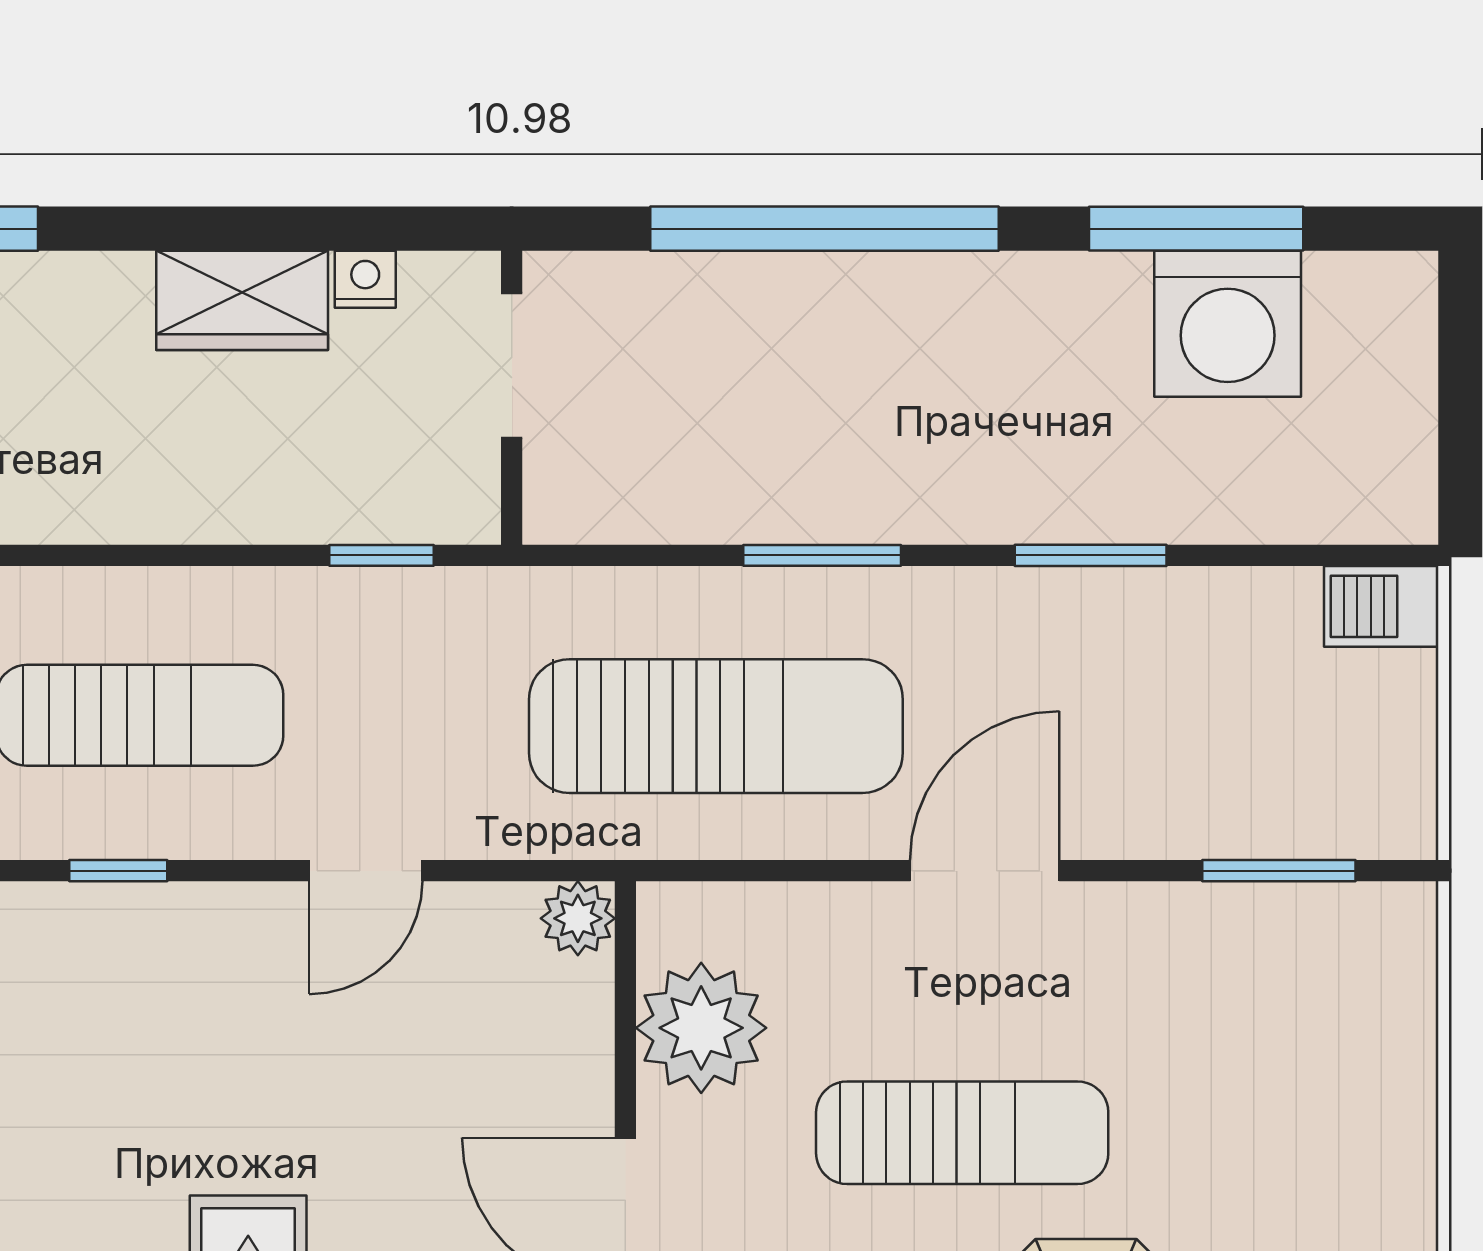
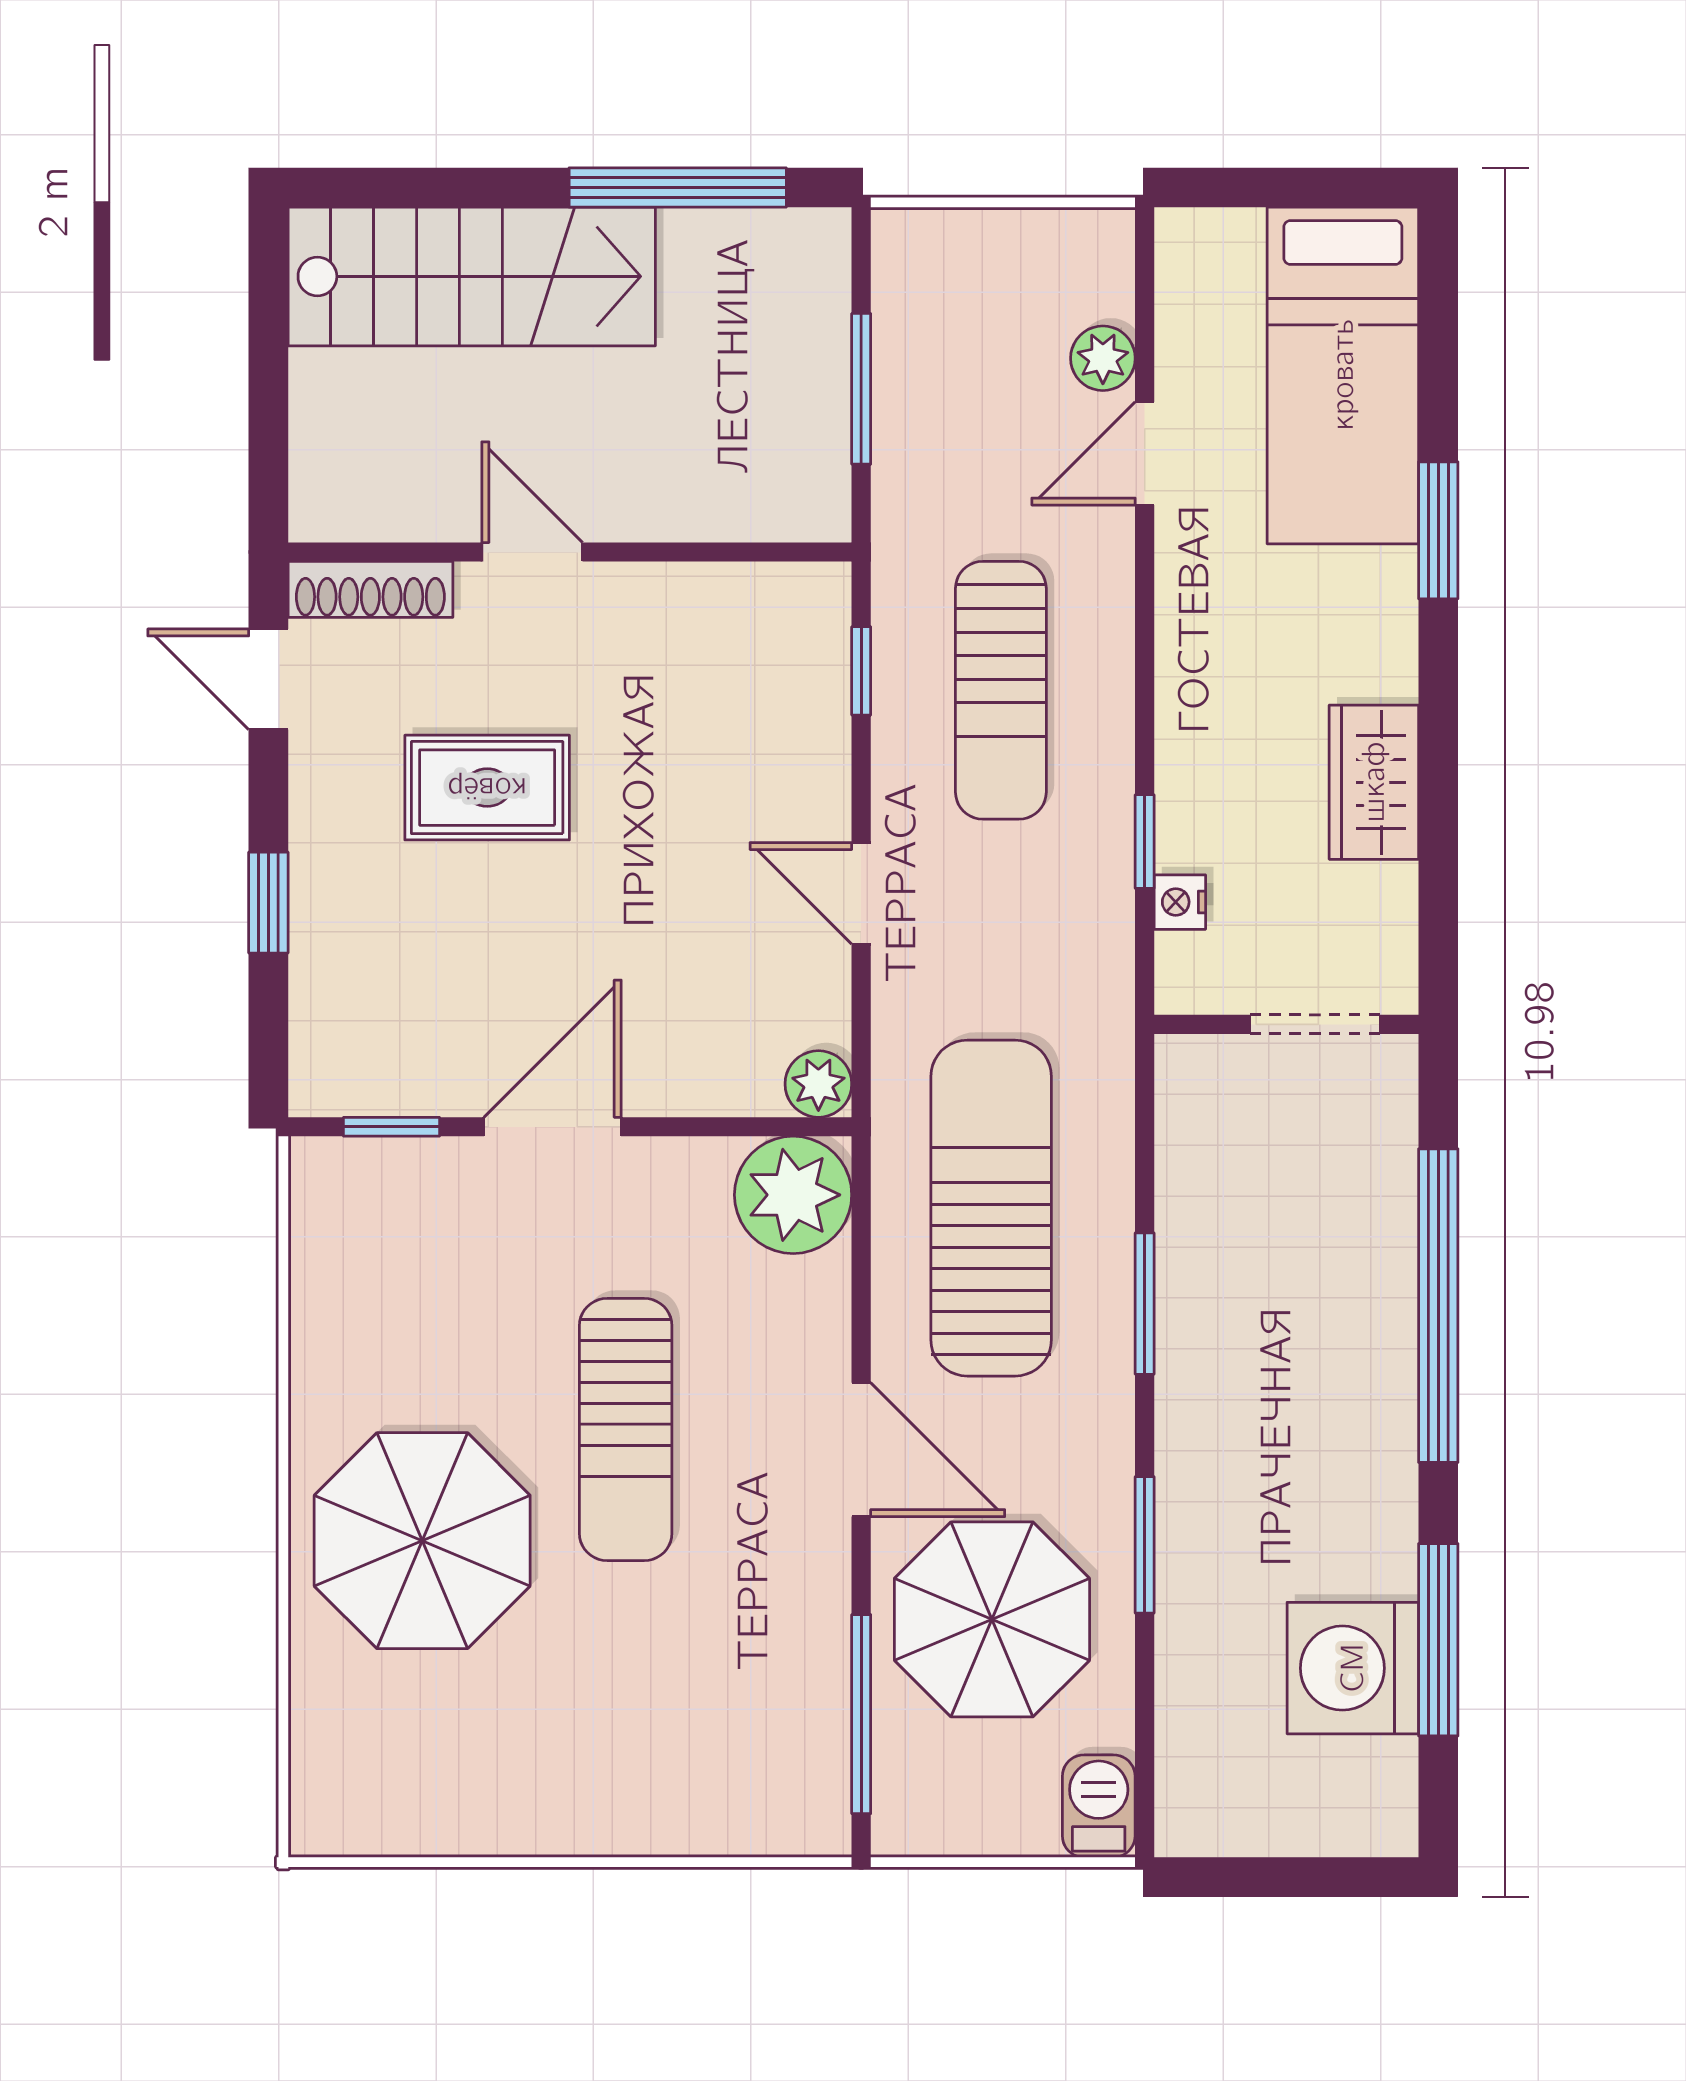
nightstand: (365, 279) -> (1180, 902), moved, turned 180
window: (382, 555) -> (1145, 842), moved
parasol: (1173, 725) -> (992, 1619), added
sun lounger: (716, 726) -> (991, 1208), turned 180
window: (1279, 871) -> (861, 1714), width x1.44
plant: (701, 1028) -> (793, 1195), moved

